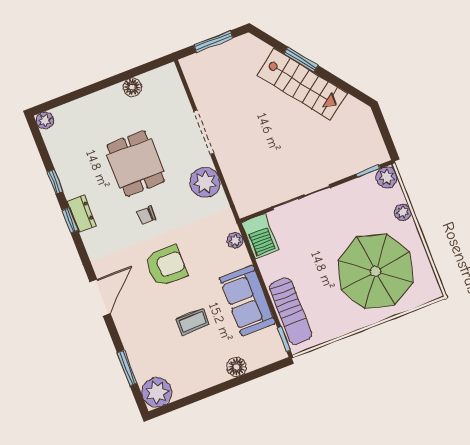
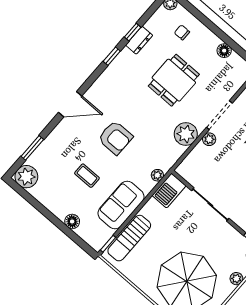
plant: (225, 159) -> (209, 139), added
dresser: (82, 213) -> (139, 40), moved
chair: (146, 215) -> (182, 32), moved

